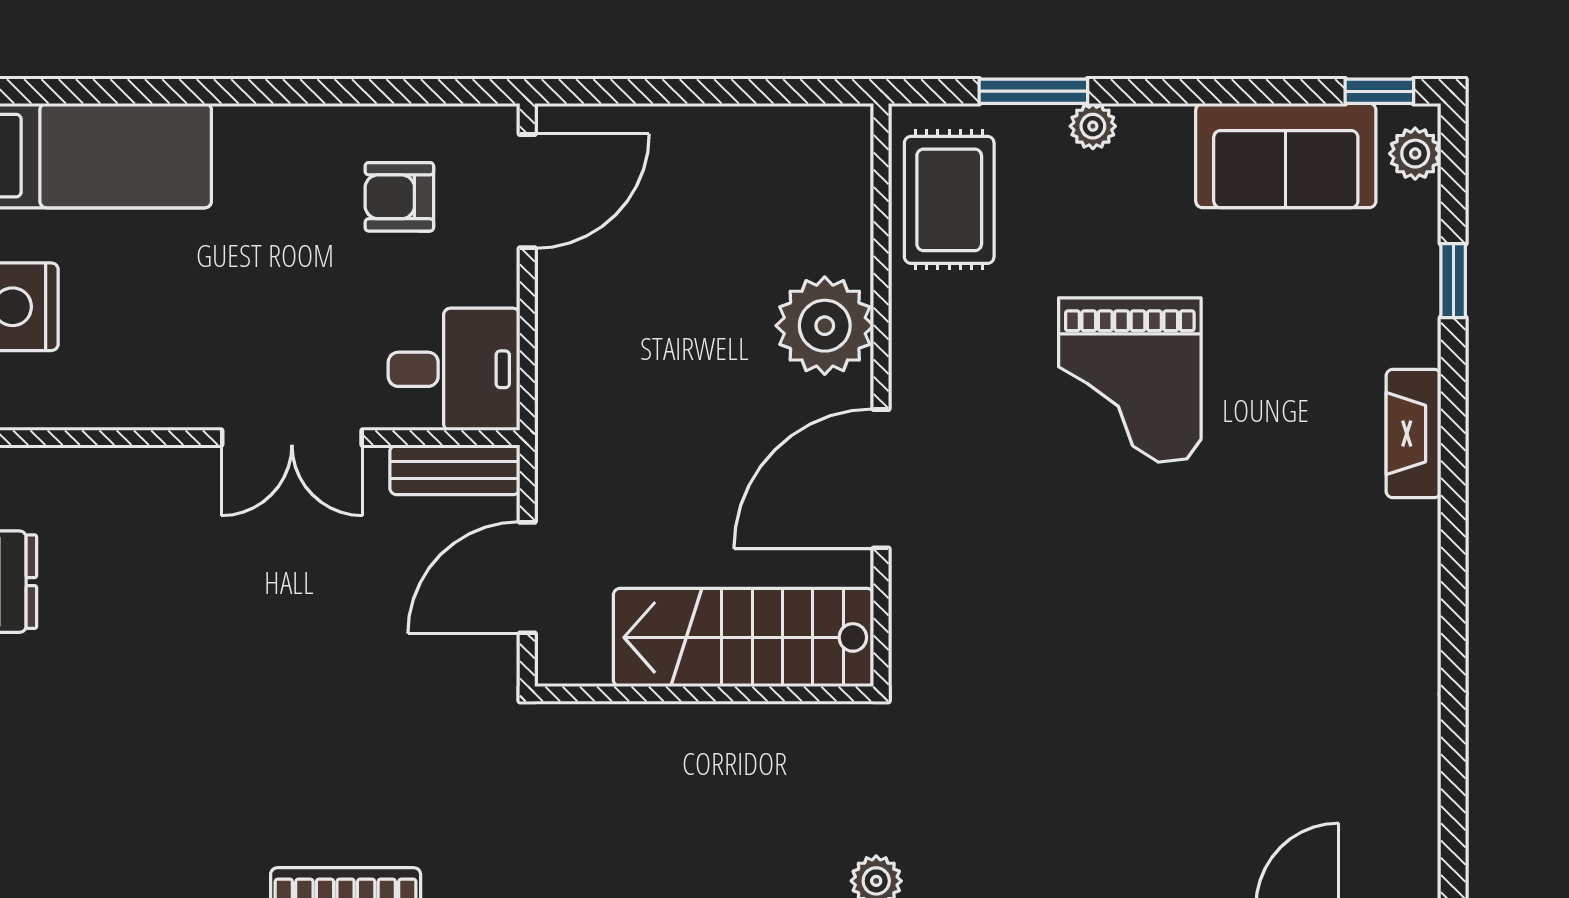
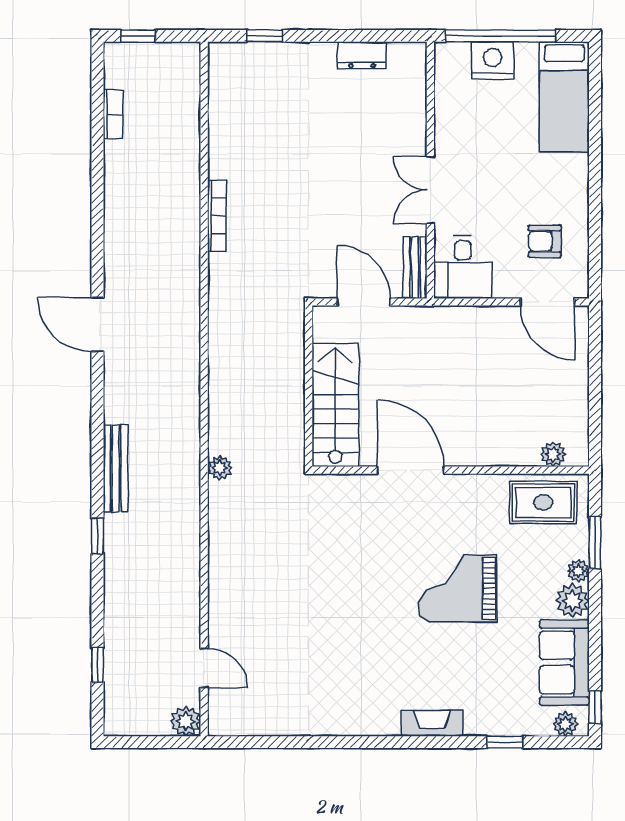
plant: (1156, 139) -> (572, 601), added
armchair: (399, 197) -> (545, 241), turned -90
plant: (825, 326) -> (553, 454), moved, width x0.53, depth x0.53

